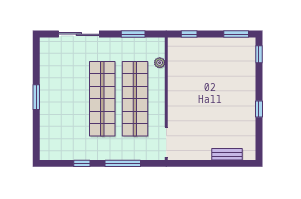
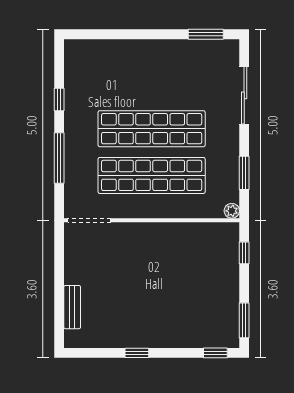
plant: (160, 63) -> (232, 211), moved
window: (36, 97) -> (206, 34), moved

